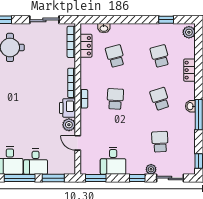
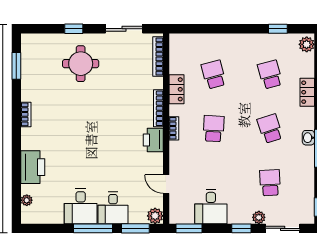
washbasin: (104, 28) -> (199, 39), removed
locker: (86, 46) -> (177, 89), moved
plant: (69, 125) -> (155, 216), moved

